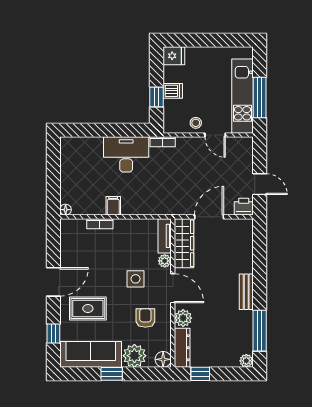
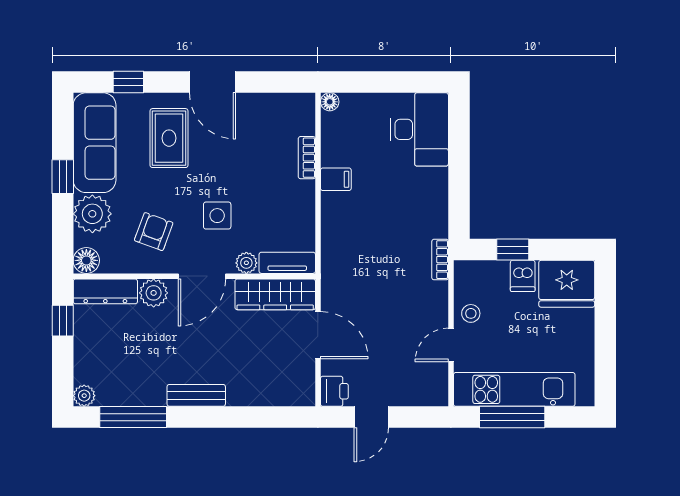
fridge: (174, 56) -> (567, 284), width x1.88, depth x1.34
desk: (126, 154) -> (419, 129), moved
armchair: (145, 318) -> (154, 232), turned -70

